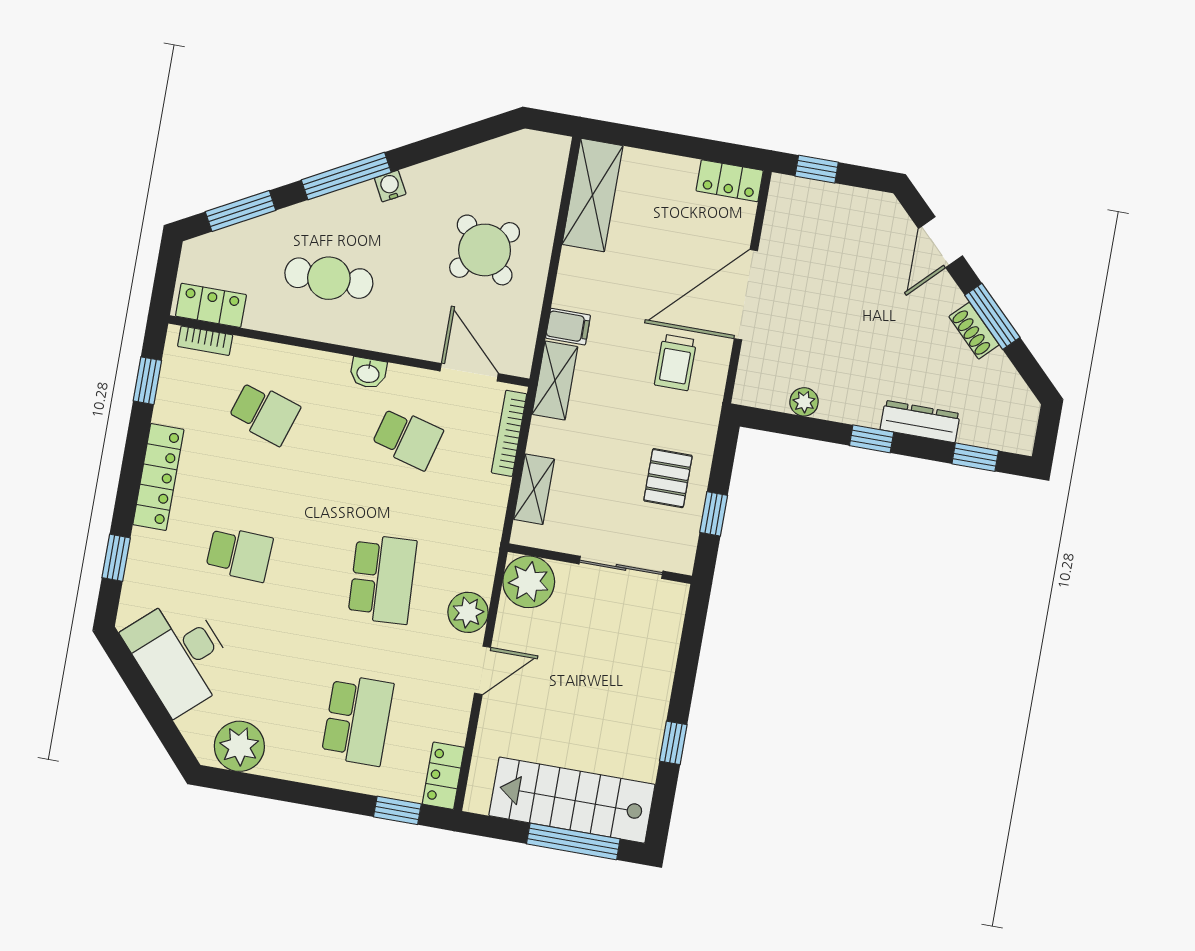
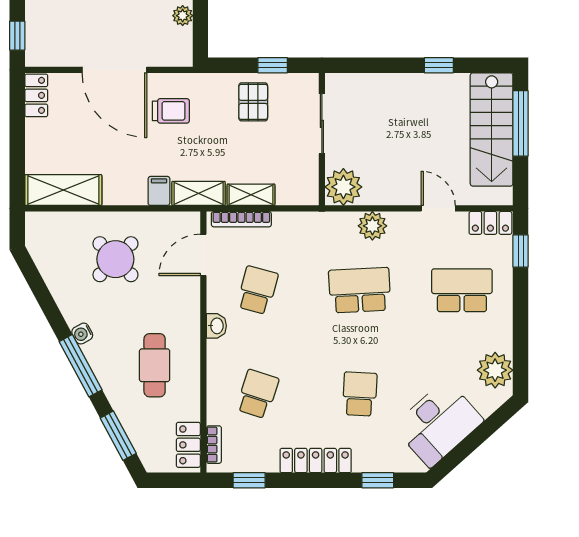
pallet: (668, 478) -> (253, 102), turned 90
shelving: (534, 489) -> (251, 195), moved
door: (483, 670) -> (438, 208), moved

